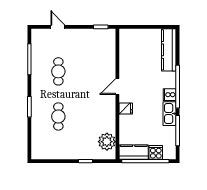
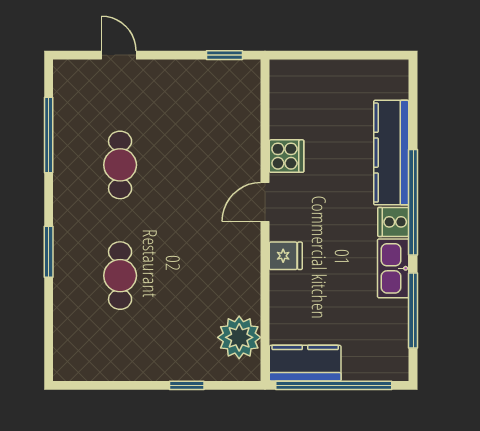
kitchen counter: (169, 50) -> (391, 153), moved
cooker: (156, 152) -> (287, 156), moved, turned 90

